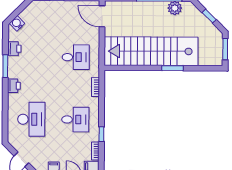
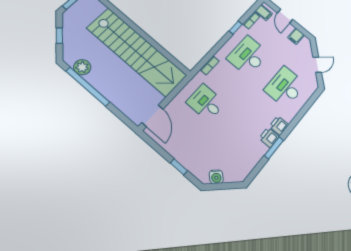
water cooler: (17, 23) -> (216, 177), moved
printer: (14, 49) -> (269, 137), moved
window: (172, 68) -> (131, 24), removed
desk: (75, 119) -> (248, 56), width x1.37

